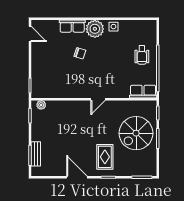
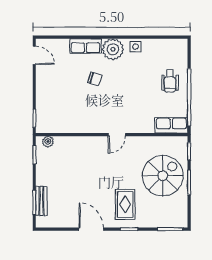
spiral stairs: (136, 133) -> (163, 176), turned 180

